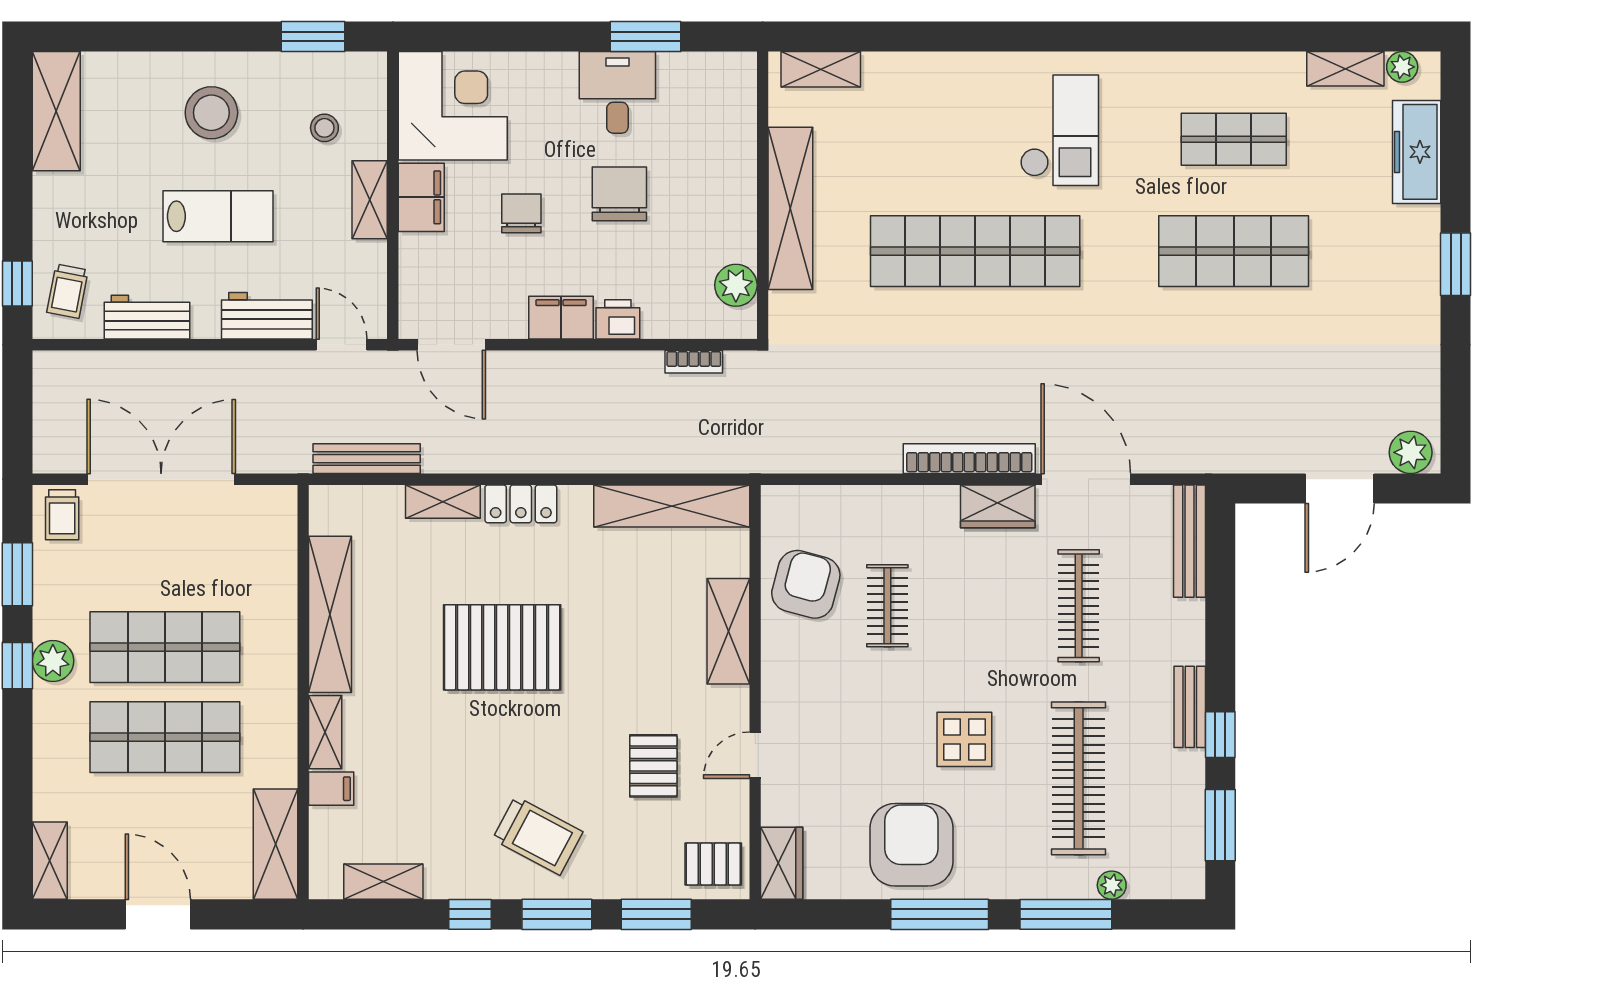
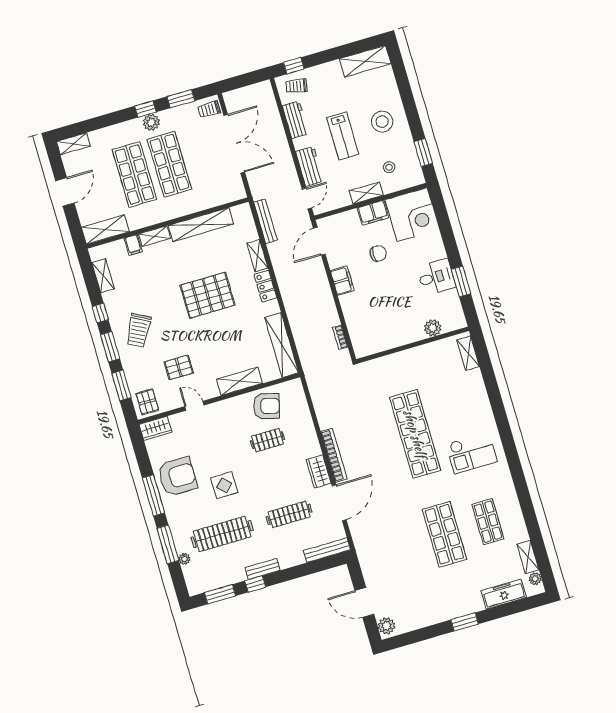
chair: (619, 194) -> (397, 289), removed
shelving: (790, 208) -> (411, 357), removed
plant: (736, 285) -> (433, 328), moved
printer: (618, 319) -> (348, 303), removed
pallet: (502, 647) -> (208, 295), turned 90

